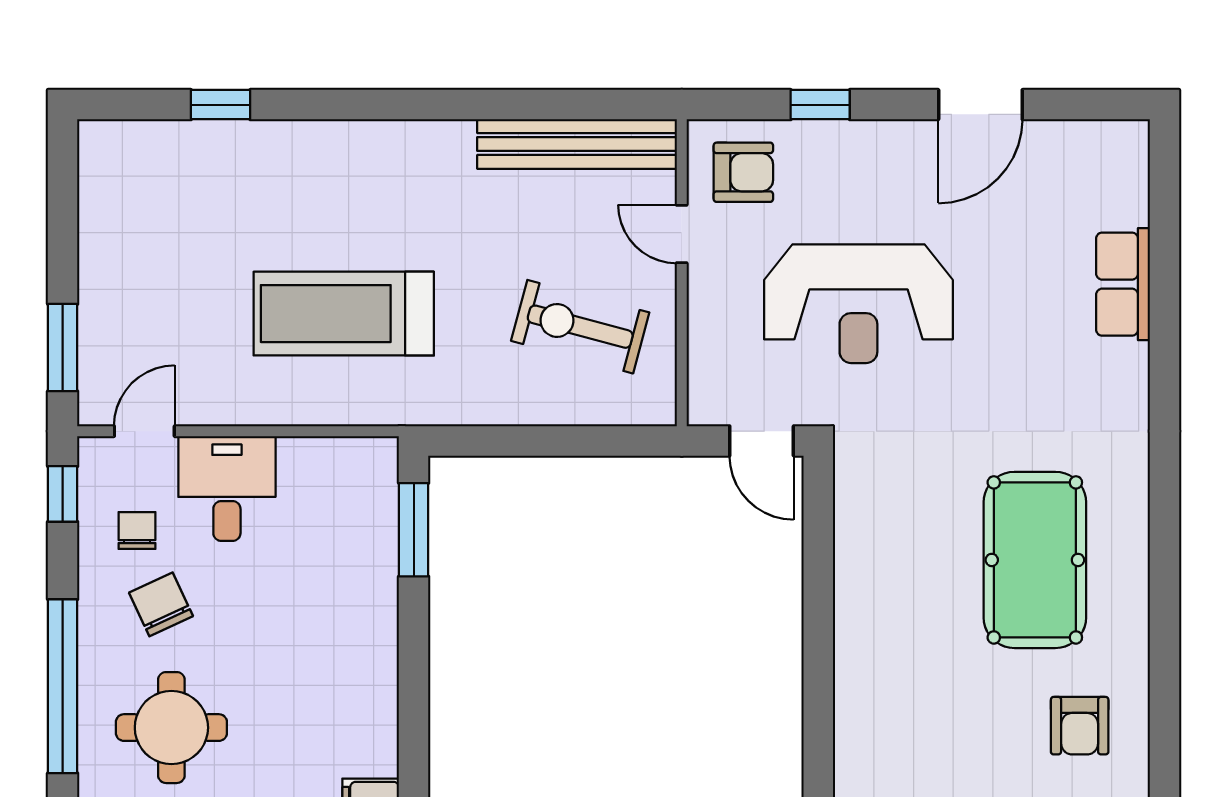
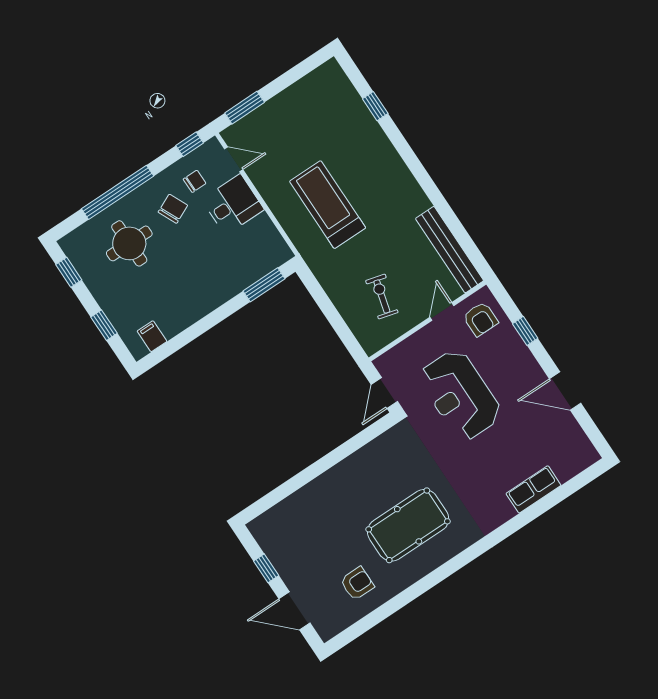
exercise bike: (580, 327) -> (382, 296), width x0.73, depth x0.72
armchair: (1080, 726) -> (357, 584), turned 180

